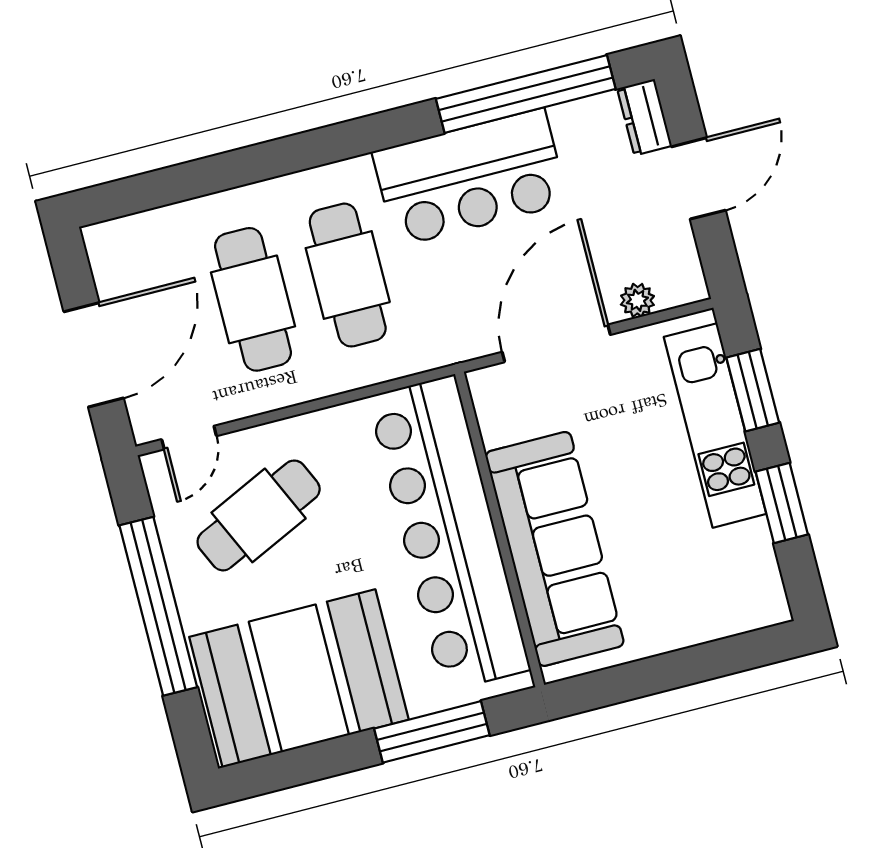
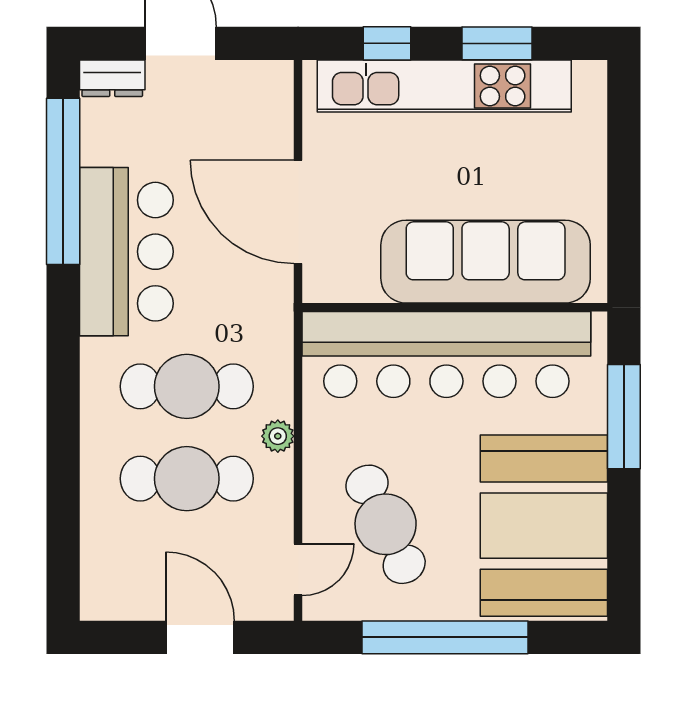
plant: (637, 300) -> (278, 436), moved
door: (94, 355) -> (200, 637), width x0.73
window: (753, 390) -> (387, 43), width x0.67
kitchen unit: (715, 425) -> (444, 86), width x1.36
door: (189, 438) -> (298, 570), hinge flipped

